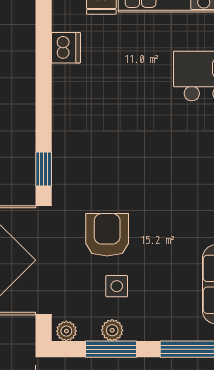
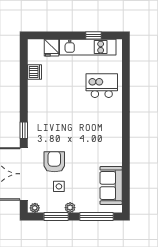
plant: (112, 330) -> (70, 208), moved

